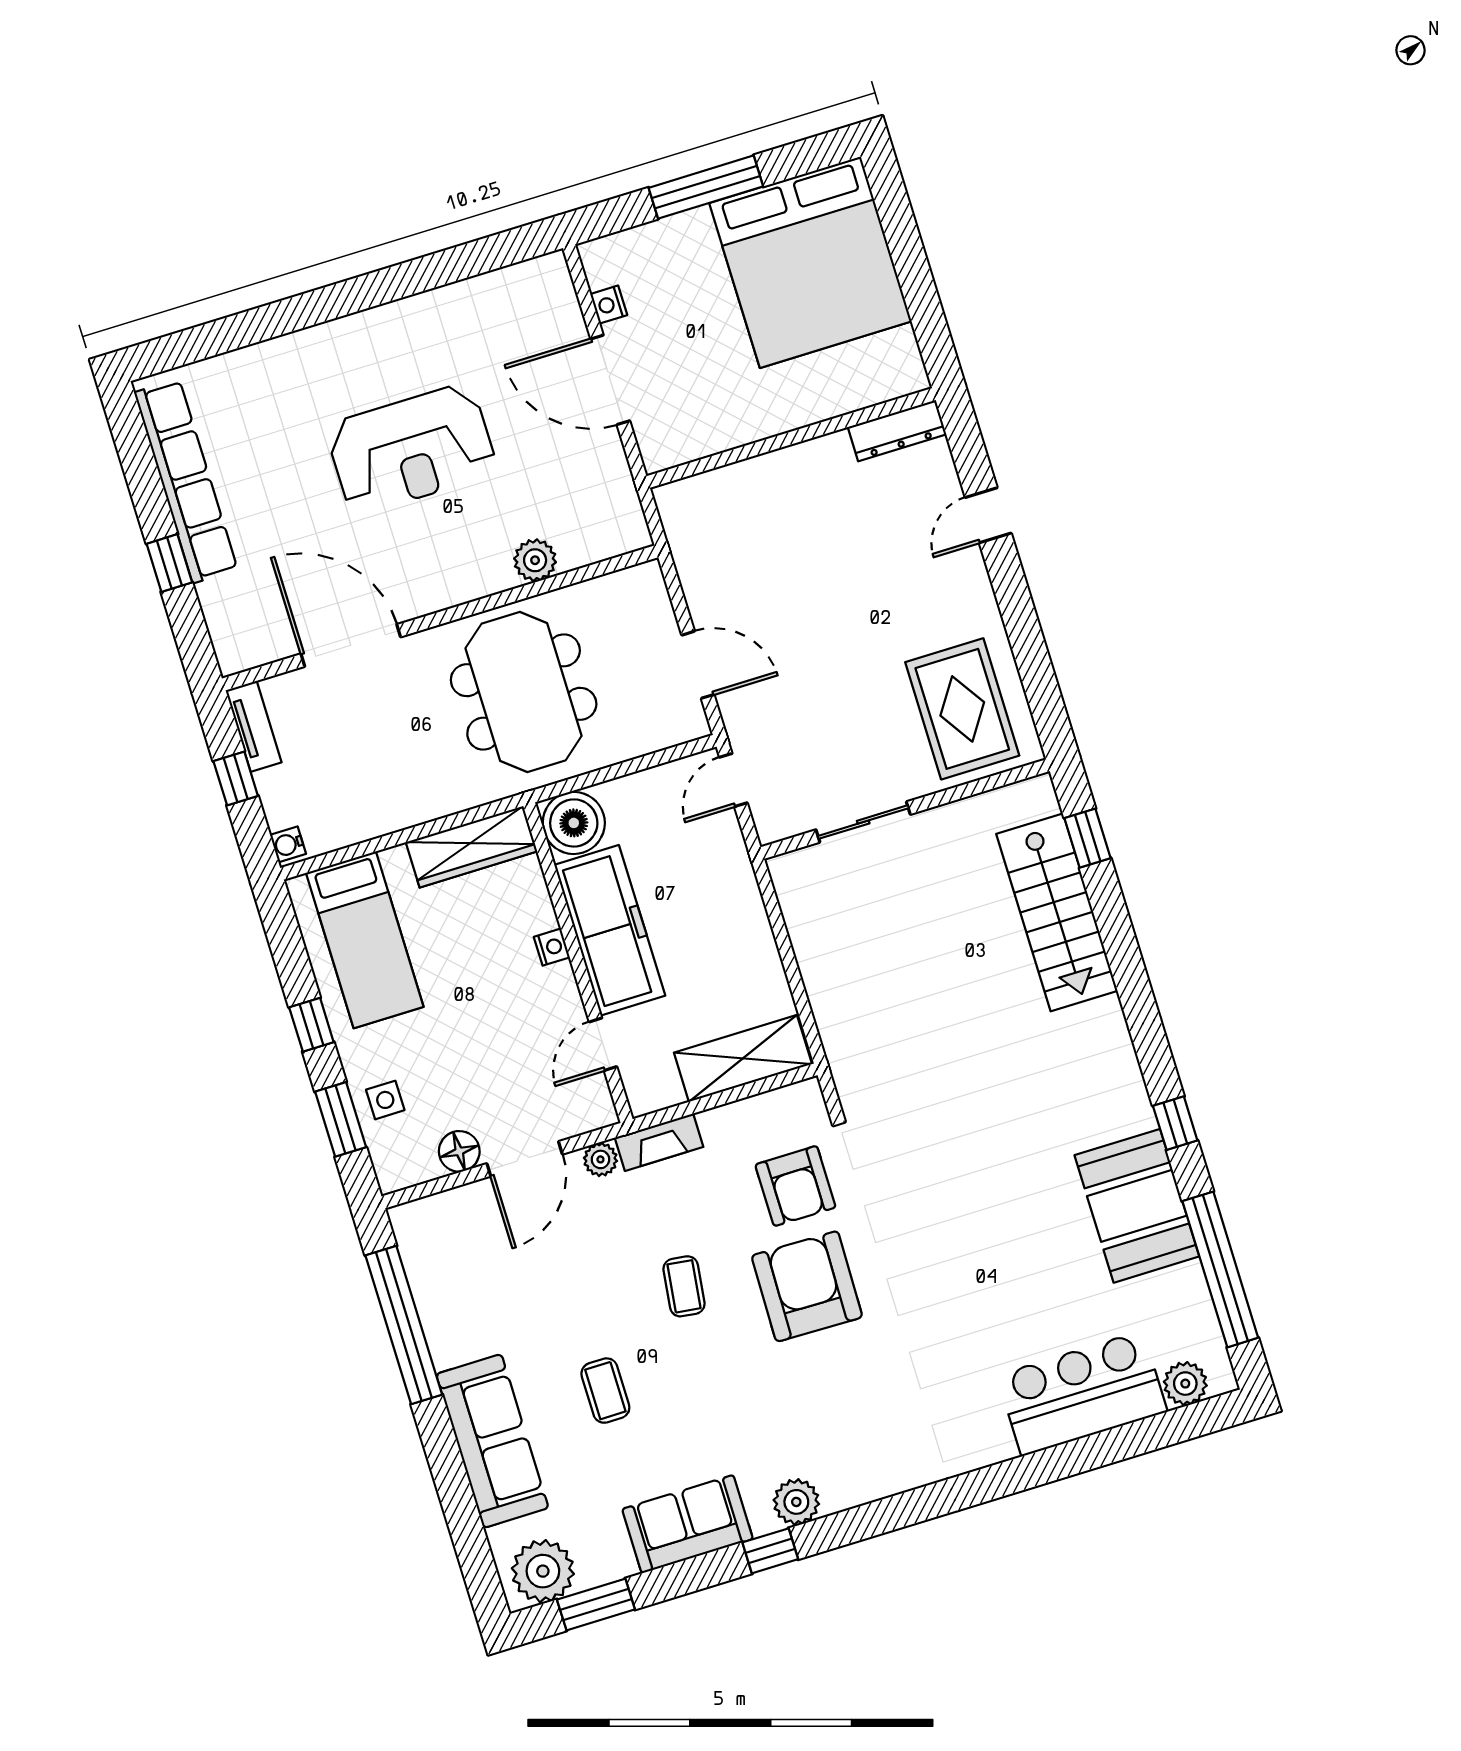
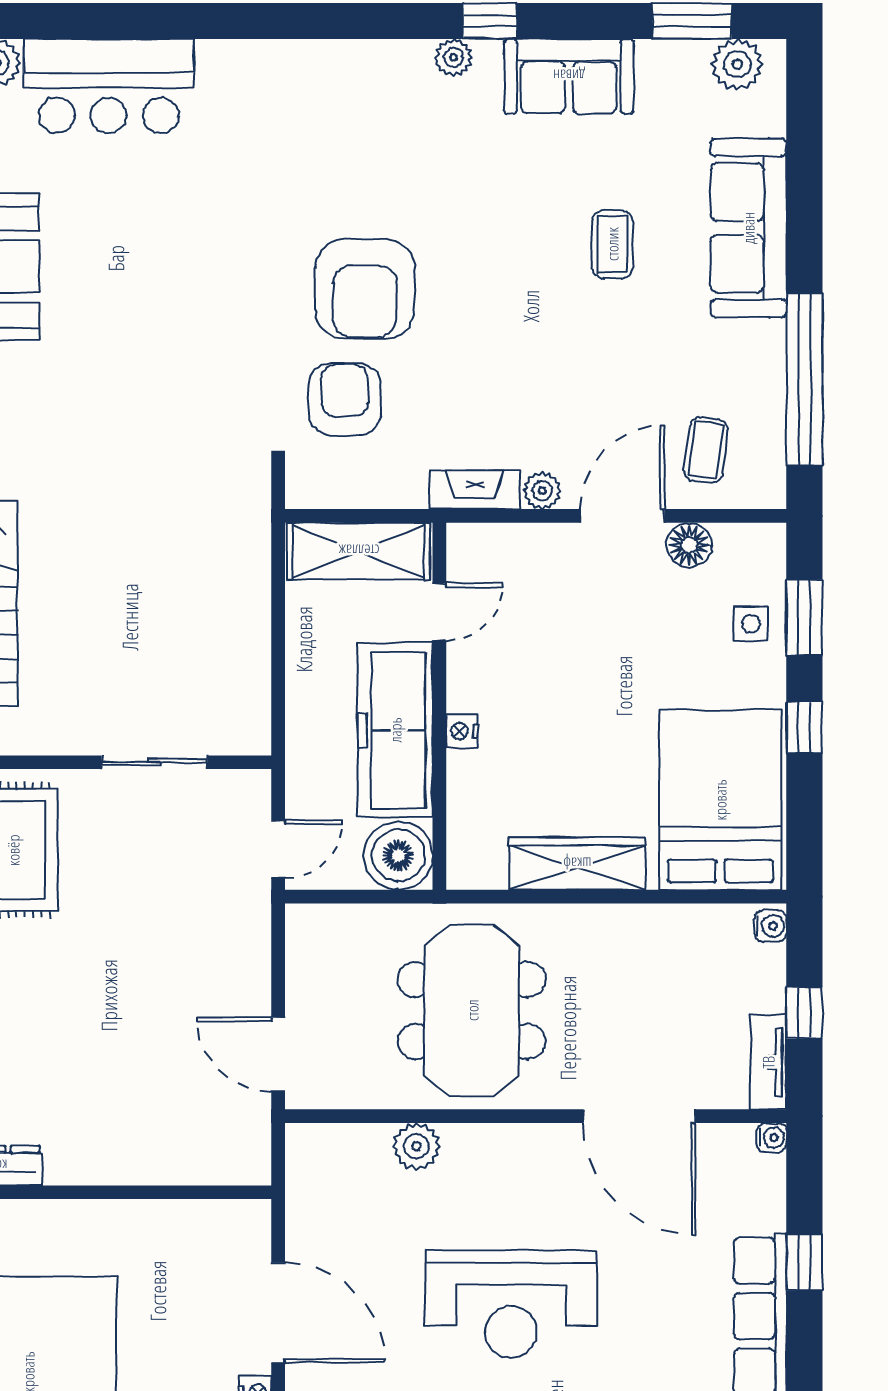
reception desk: (411, 449) -> (511, 1304), turned 180
water cooler: (231, 662) -> (772, 1138), added
door: (698, 665) -> (278, 1055), moved
boiler: (574, 823) -> (398, 856), moved
freezer: (610, 930) -> (395, 730), moved
bed: (365, 940) -> (720, 800), width x1.50
nightstand: (552, 947) -> (462, 731), moved
wall: (578, 963) -> (439, 706), moved
door: (603, 1044) -> (439, 612), moved
coffee table: (684, 1286) -> (706, 450), moved
plant: (796, 1502) -> (453, 57), width x0.73, depth x0.73
plant: (543, 1571) -> (737, 64), width x0.73, depth x0.73

